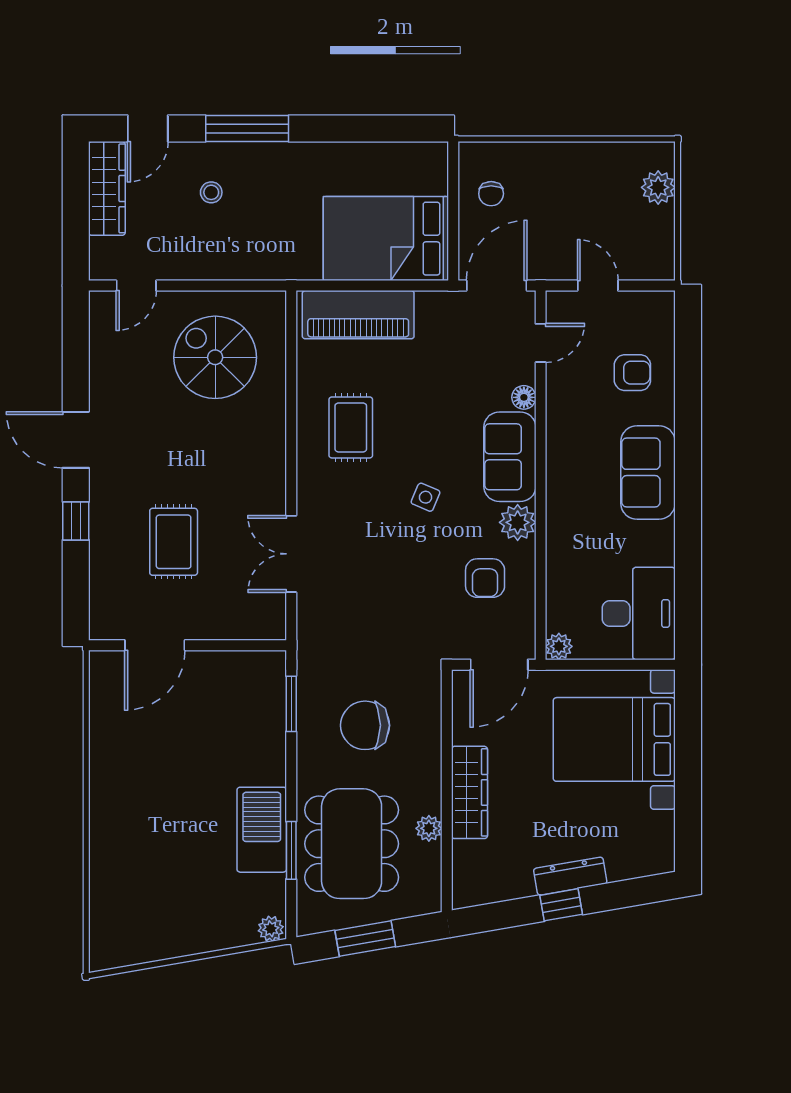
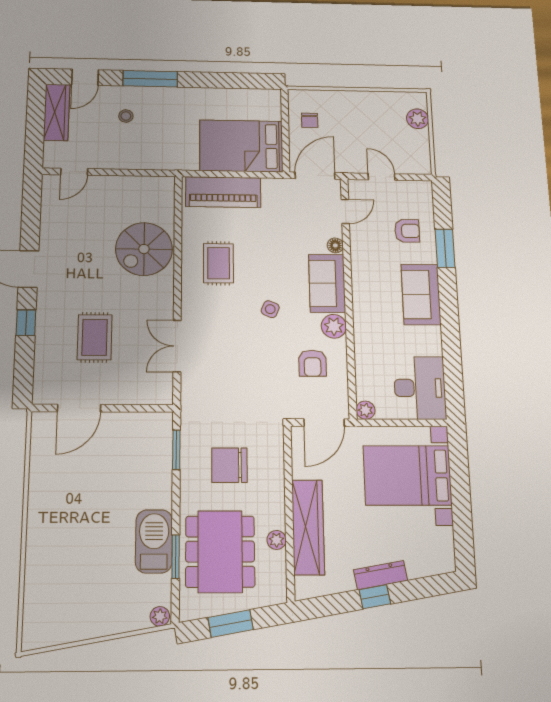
spiral stairs: (215, 357) -> (144, 249), moved, turned -90
window: (688, 400) -> (445, 248), added
wardrobe: (469, 792) -> (308, 527), width x1.40, depth x1.17

